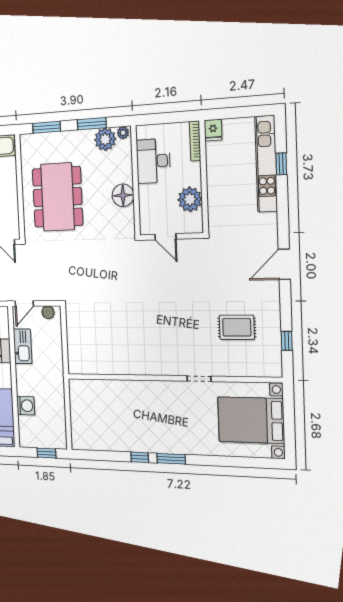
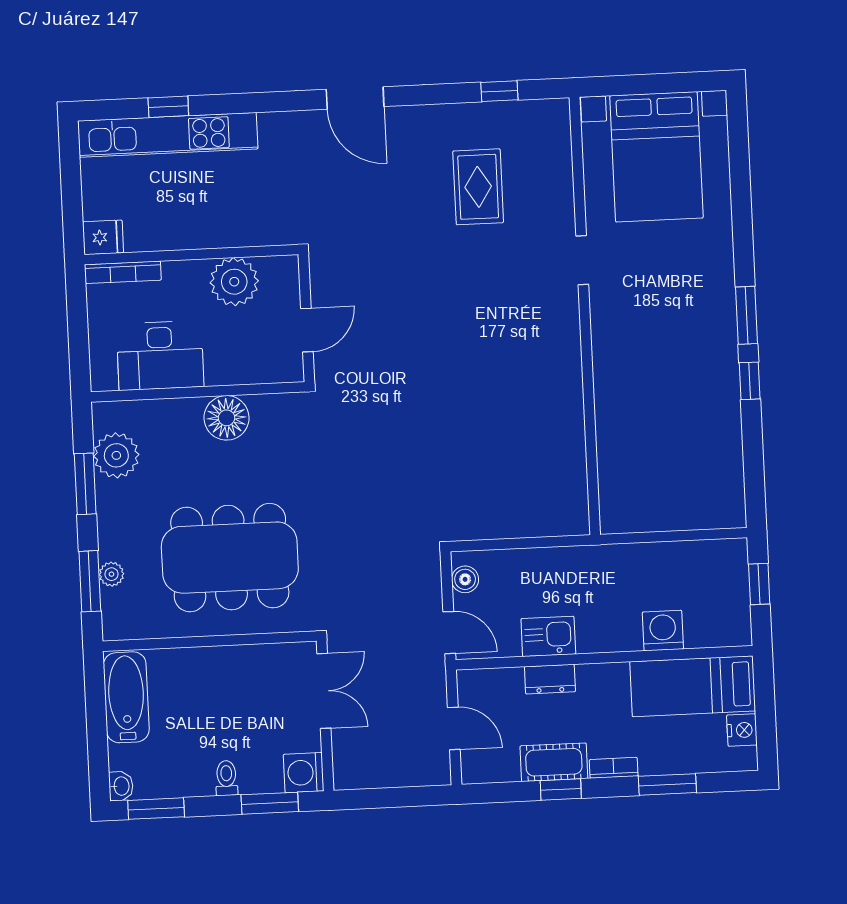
plant: (123, 133) -> (111, 574), moved
kitchen sink: (23, 346) -> (548, 636), width x0.73

